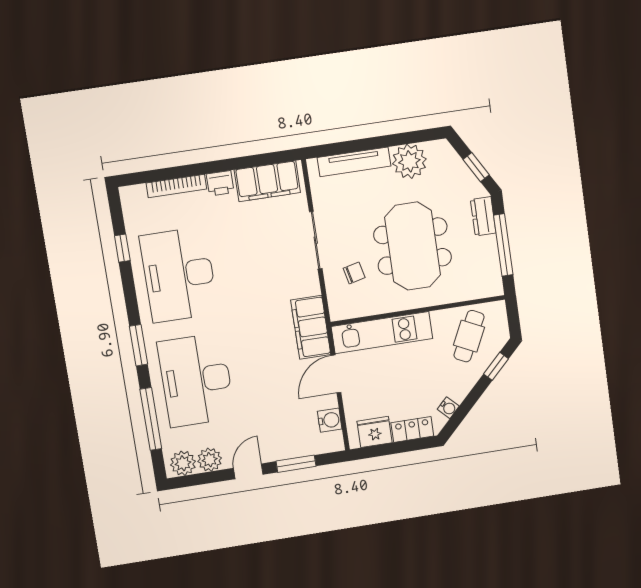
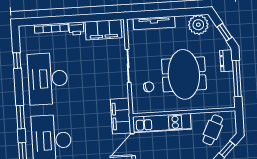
plant: (409, 161) -> (198, 25), moved

